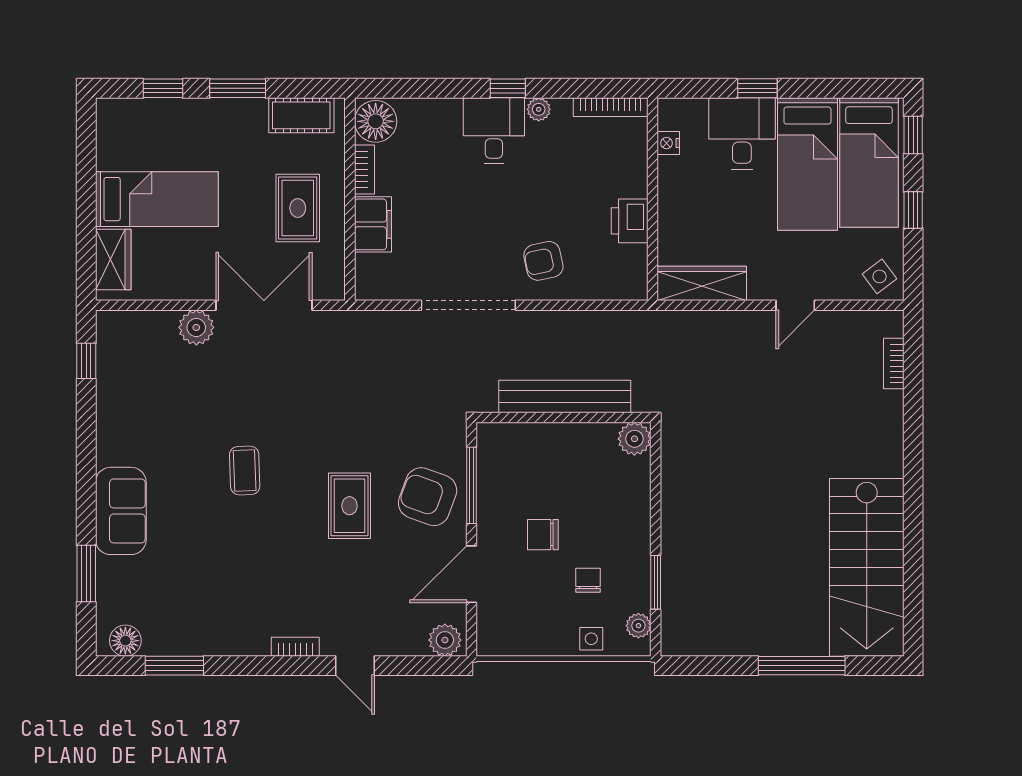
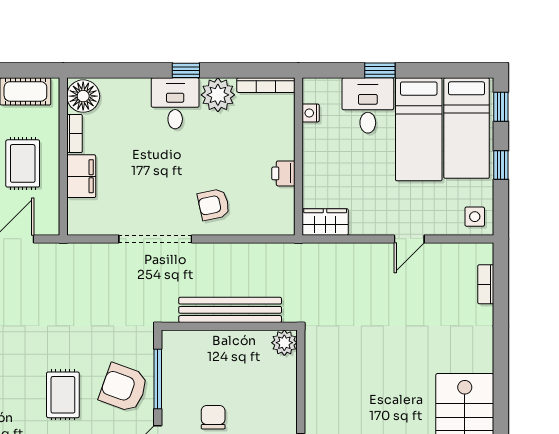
plant: (539, 109) -> (218, 95), width x1.87, depth x1.87
printer: (630, 221) -> (283, 173), width x0.73, depth x0.81
side table: (880, 276) -> (475, 217), turned 37
wardrobe: (702, 283) -> (325, 222), width x0.67
chair: (543, 535) -> (213, 417), turned 90

